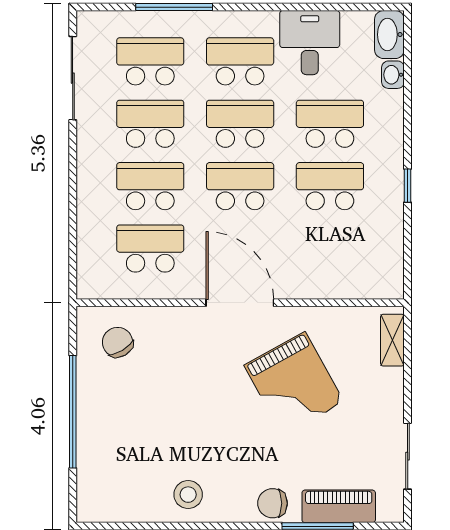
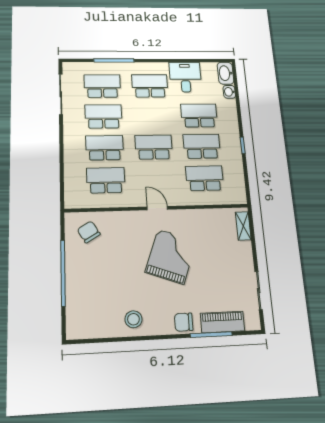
school desk: (240, 124) -> (205, 178), moved
door: (240, 303) -> (157, 208), width x0.53
grand piano: (294, 384) -> (171, 256), moved, turned -131

